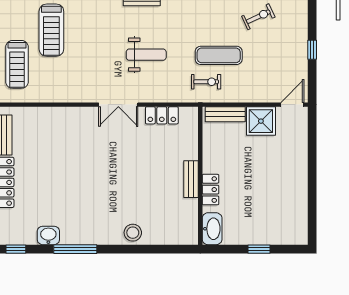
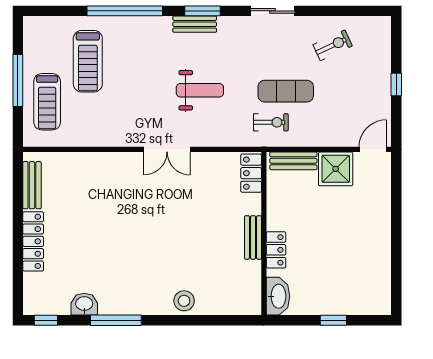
locker: (162, 115) -> (251, 173), moved, turned 90

